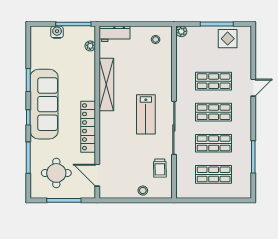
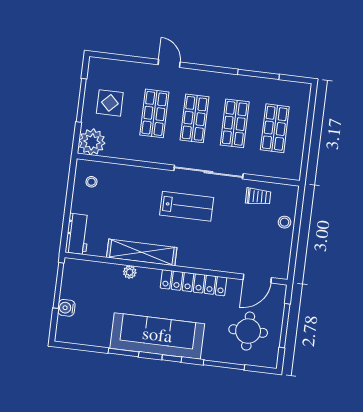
plant: (181, 31) -> (92, 142), width x1.87, depth x1.87
display table: (228, 39) -> (110, 103), moved
plant: (90, 46) -> (130, 272), moved

